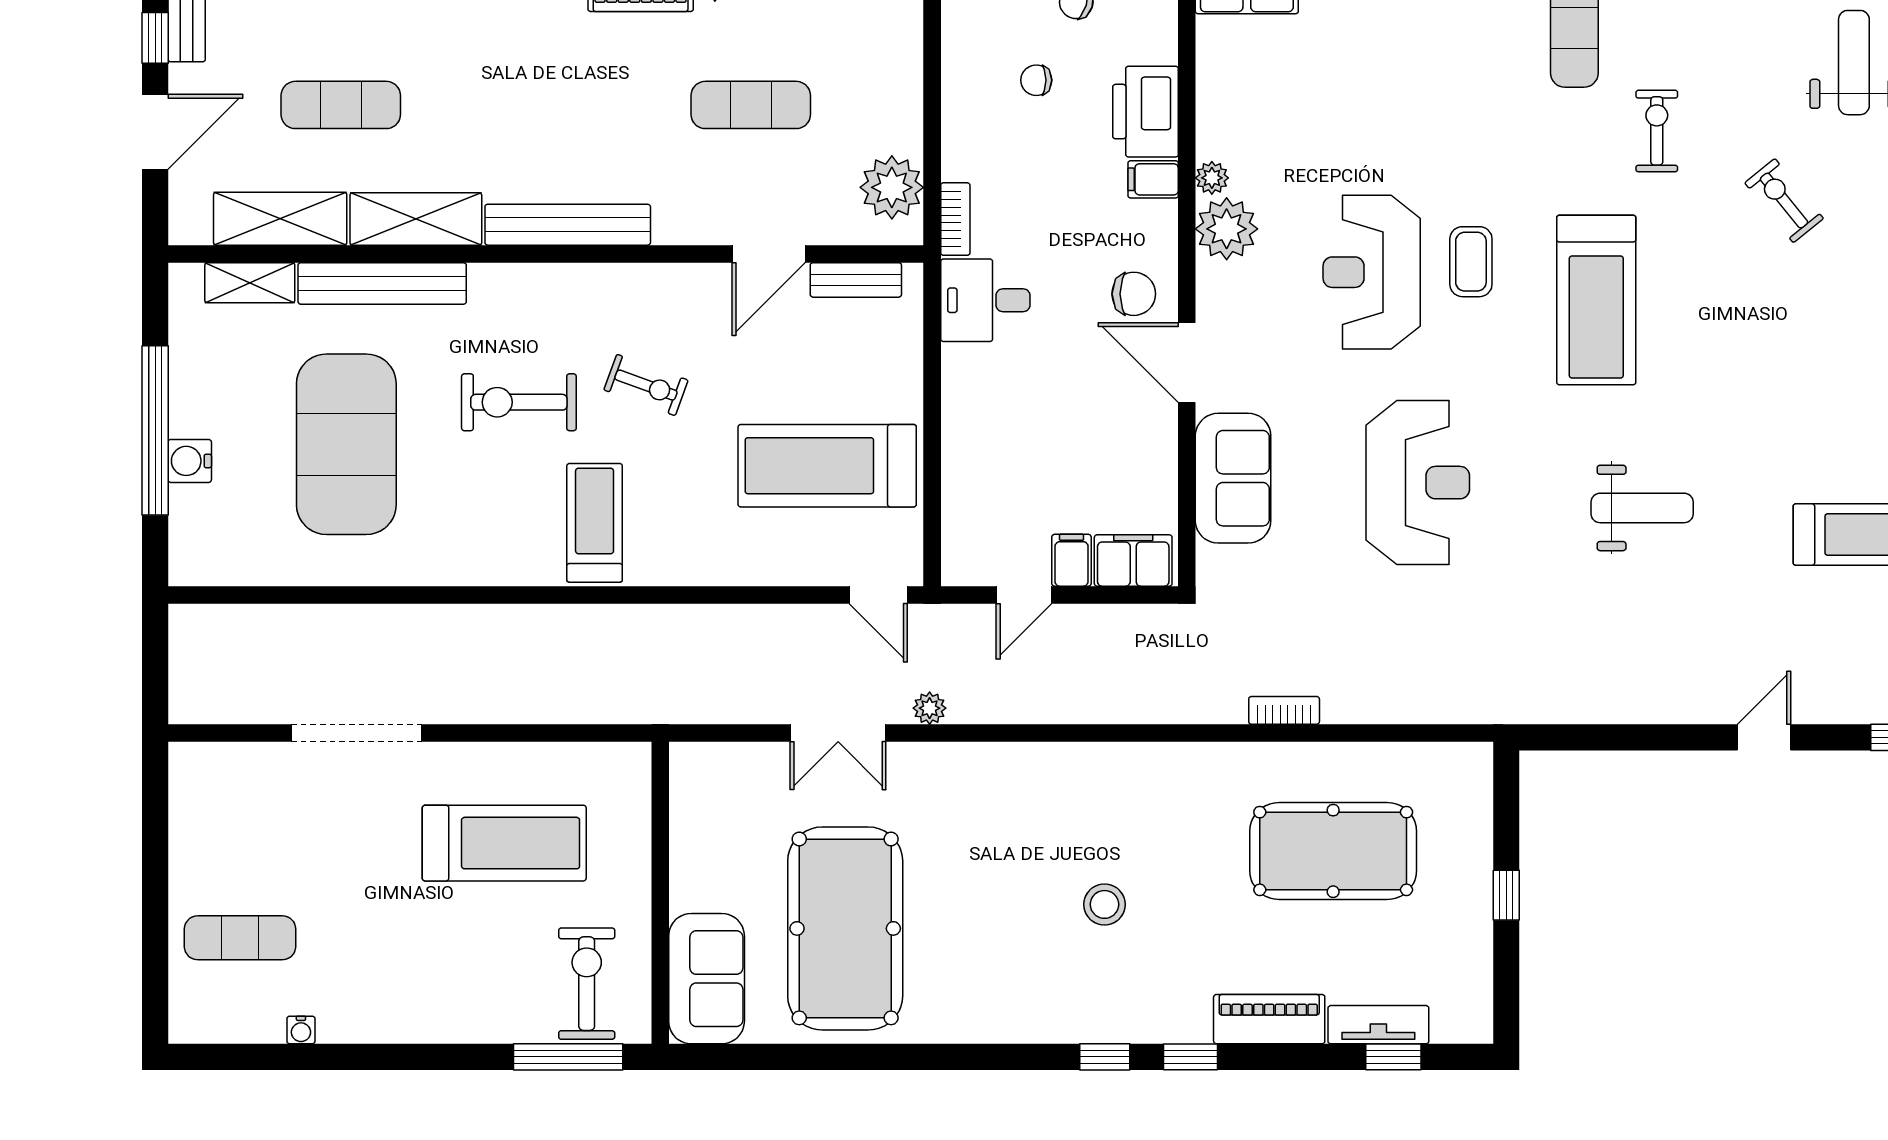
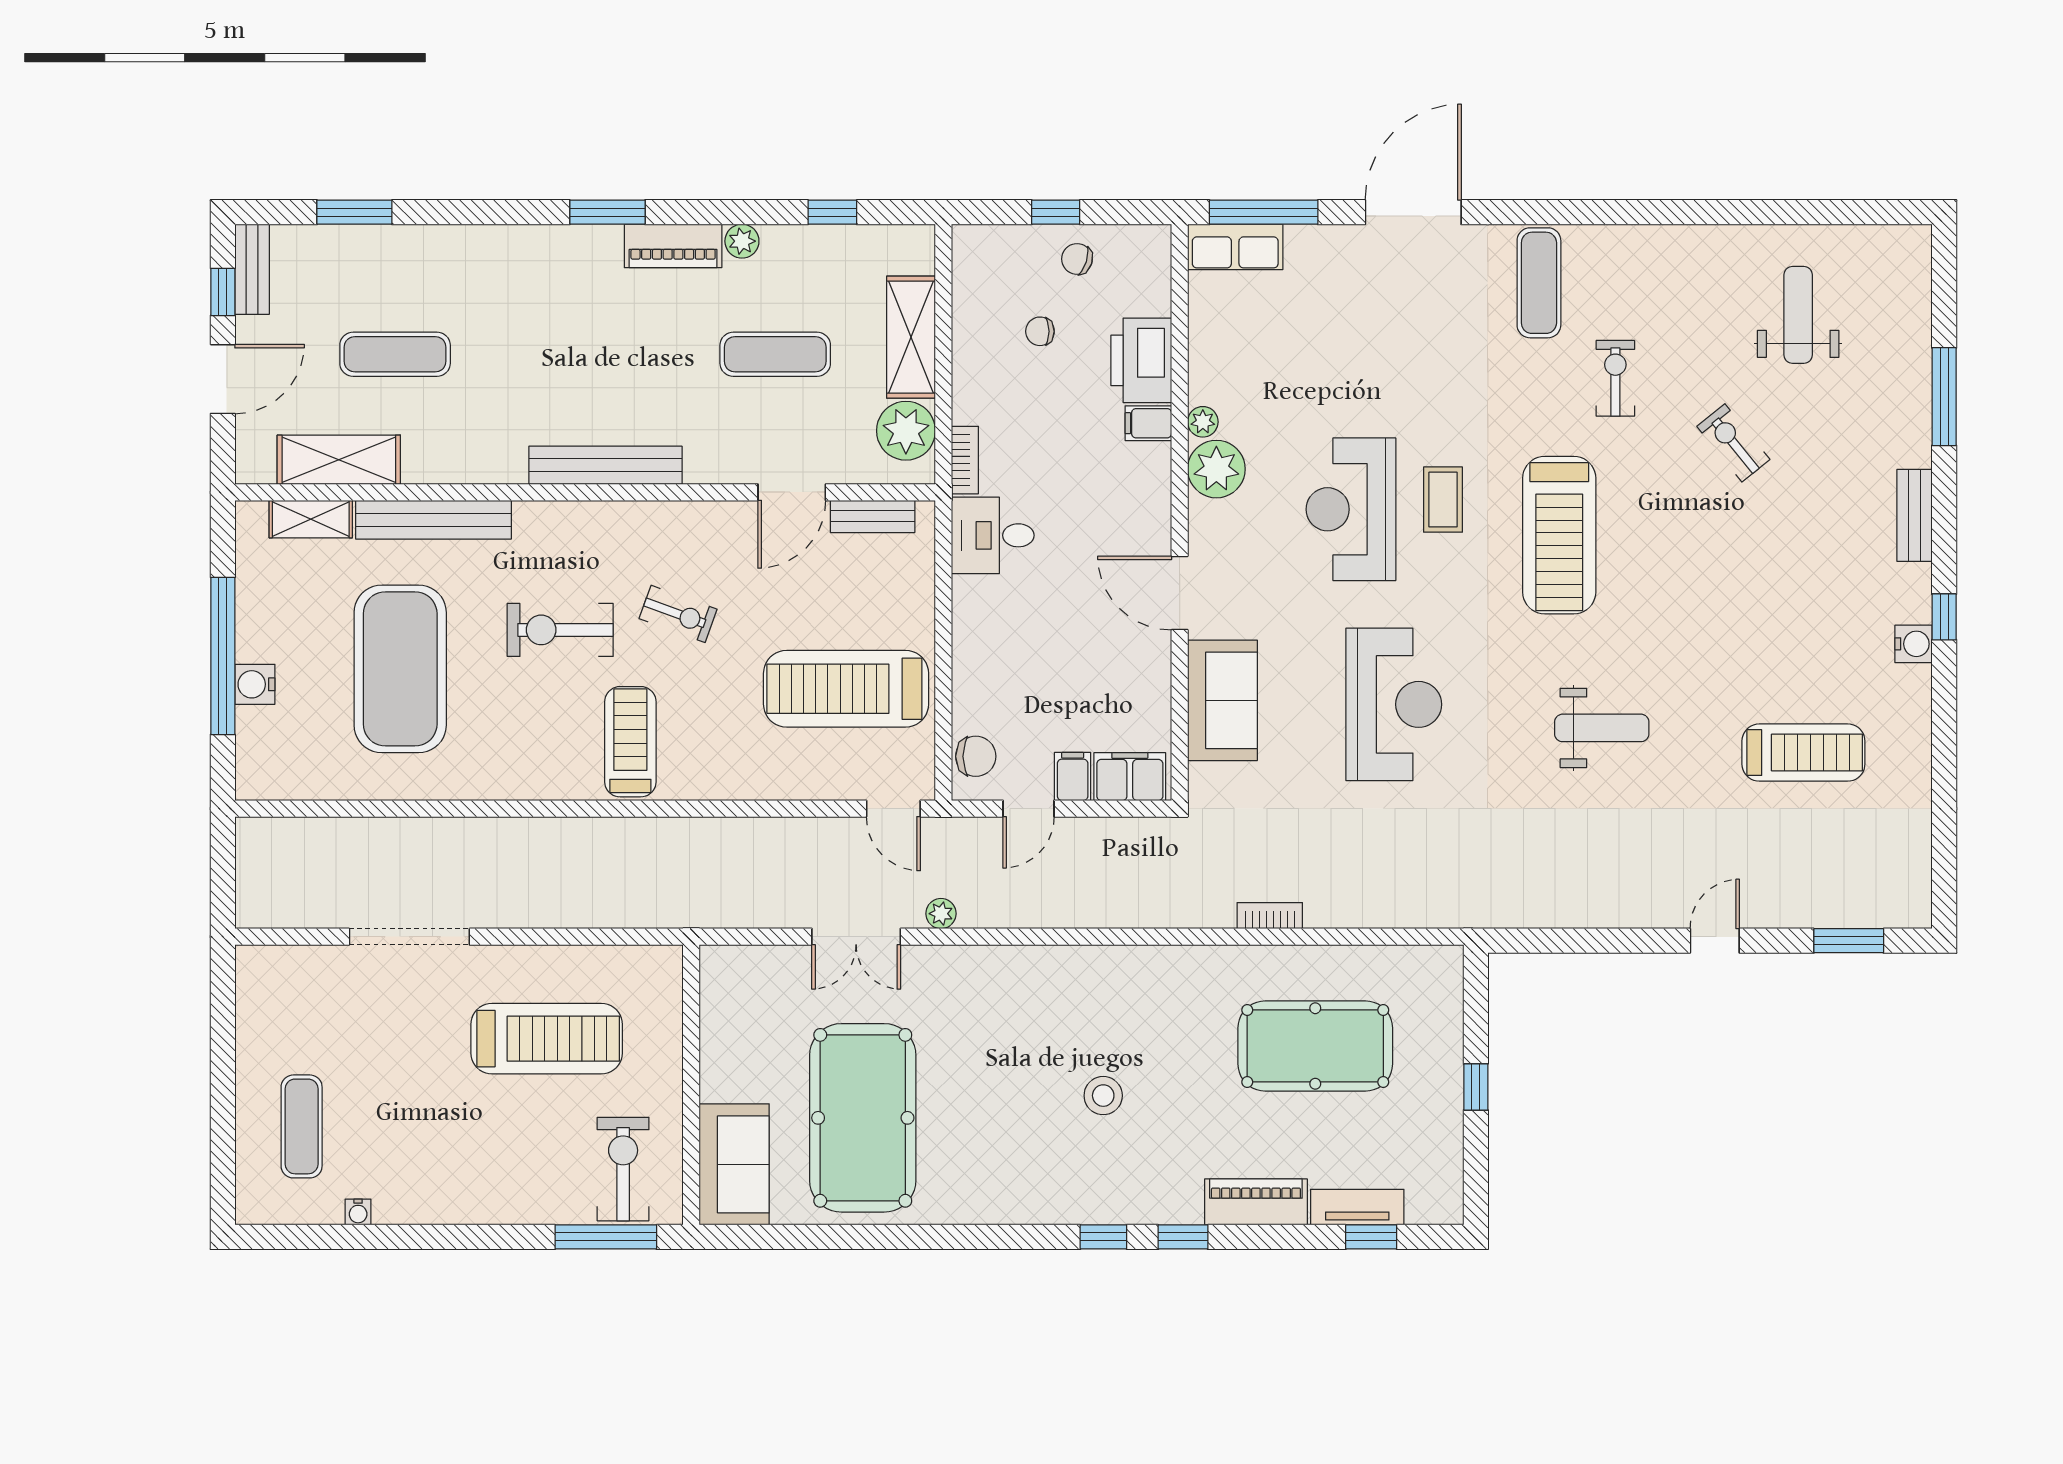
shelving: (416, 219) -> (911, 337), moved, turned 90
chair: (1134, 294) -> (976, 756), moved
exercise mat: (240, 938) -> (302, 1126), turned 90

